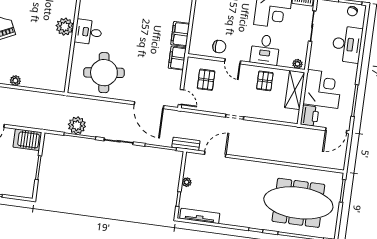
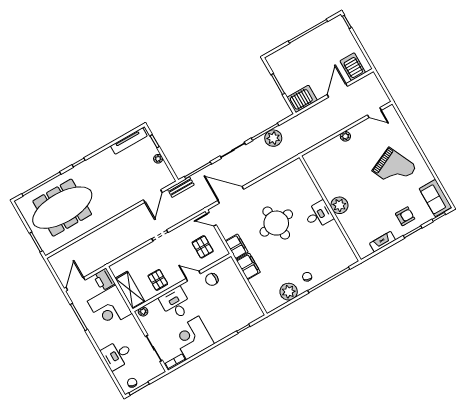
desk: (347, 44) -> (117, 355), width x0.73
round table: (104, 73) -> (276, 223), moved

